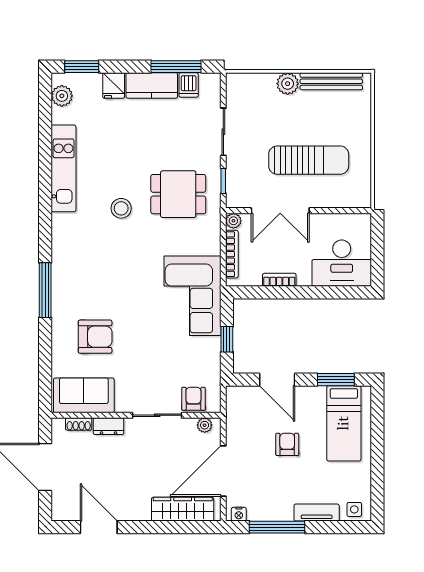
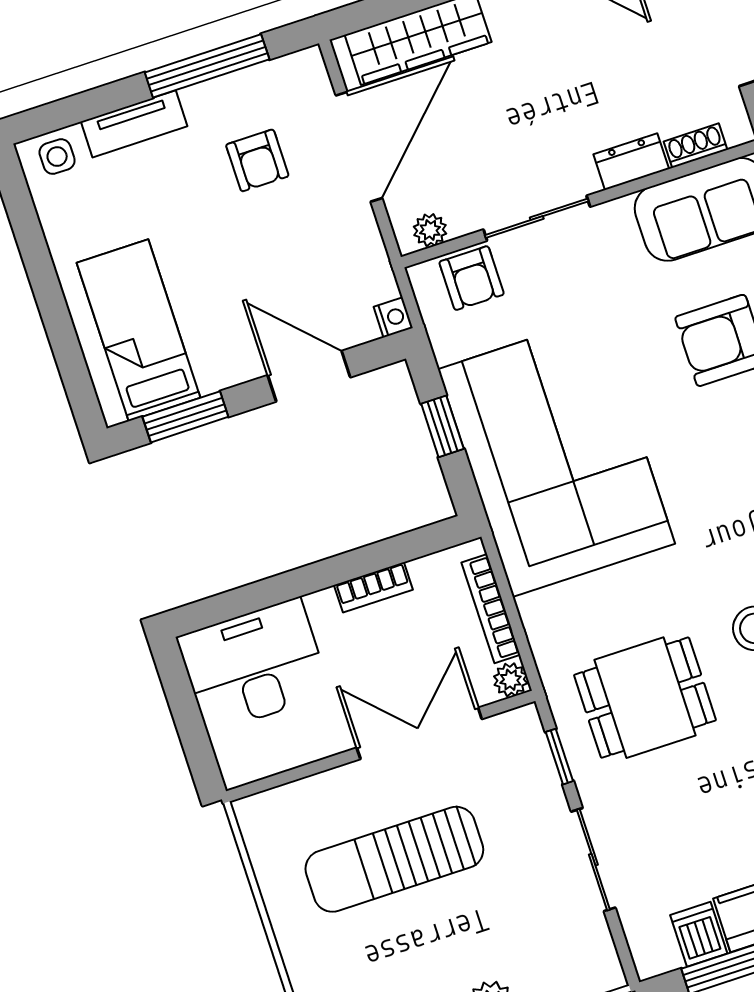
corner sofa: (192, 296) -> (556, 456), width x1.36, depth x1.36
armchair: (287, 444) -> (257, 160), moved
nightstand: (239, 514) -> (393, 317), moved, turned 90

